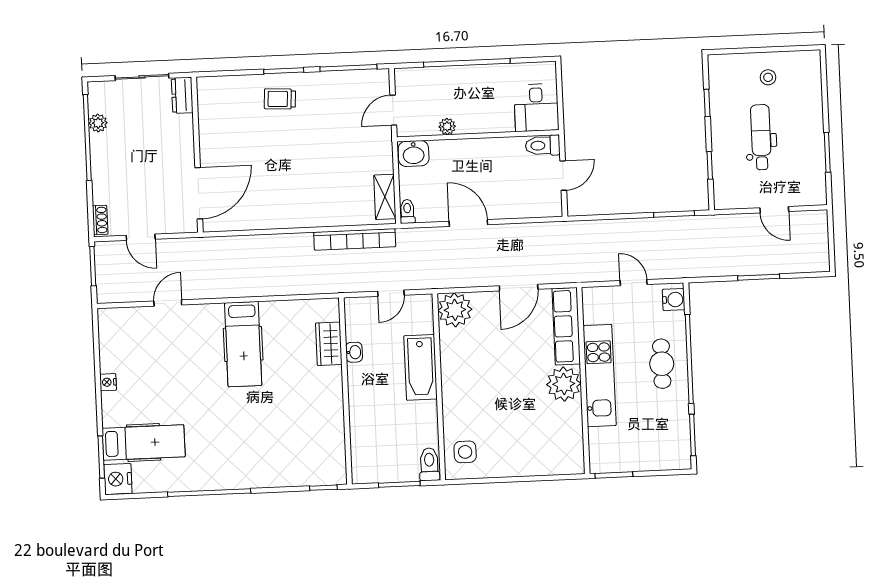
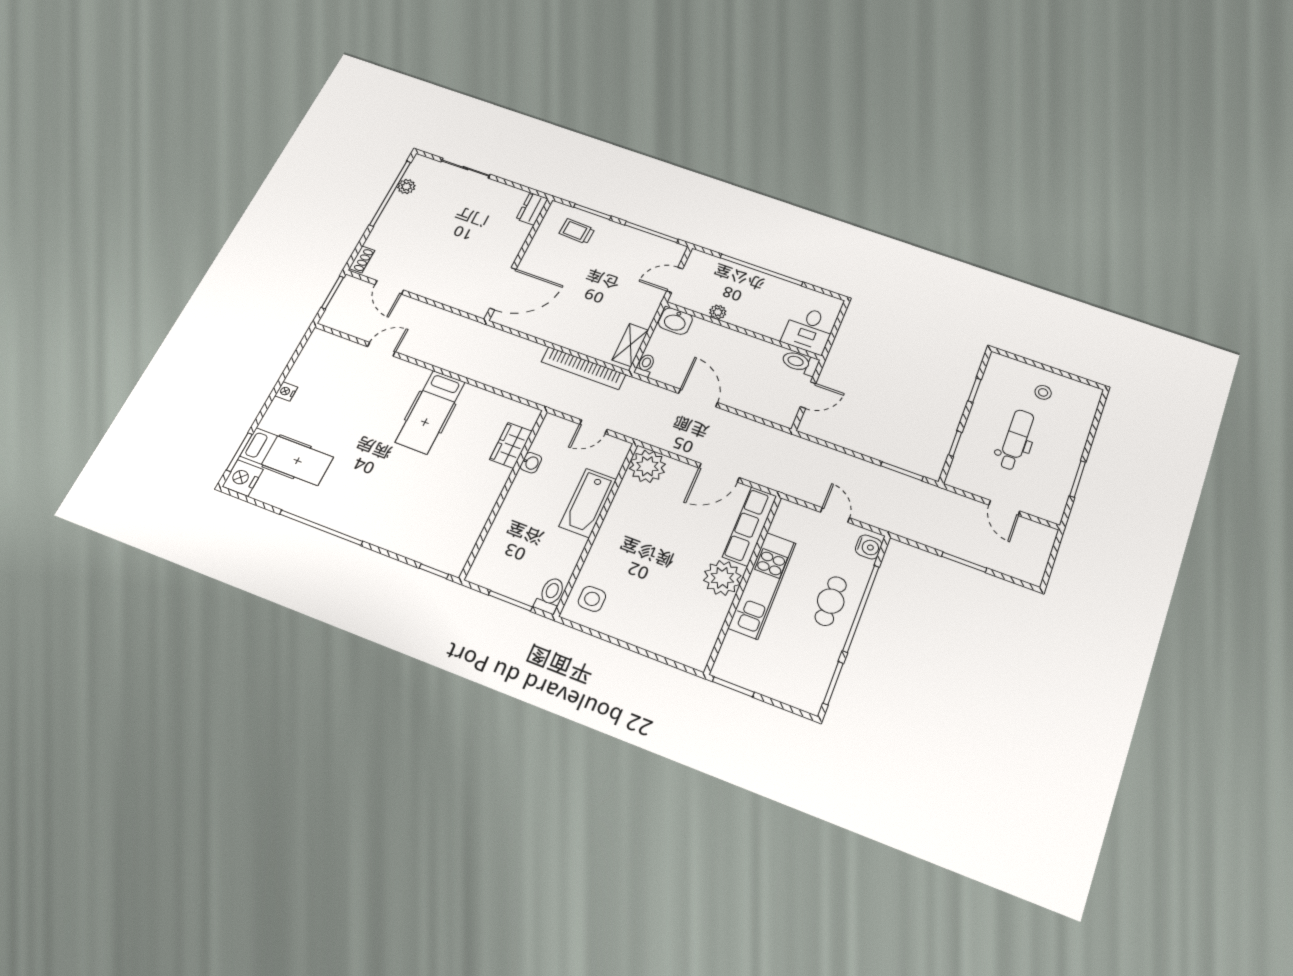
dresser: (182, 95) -> (532, 209), moved
wall: (197, 155) -> (519, 258), moved
door: (199, 193) -> (503, 289), moved

